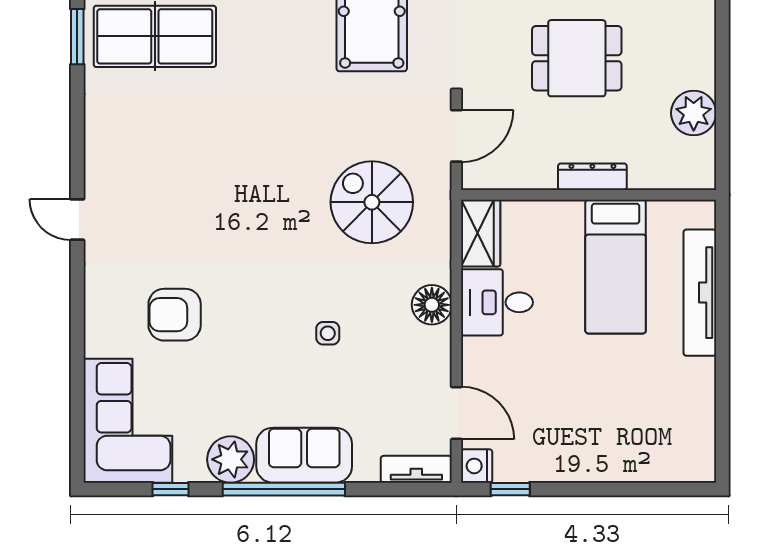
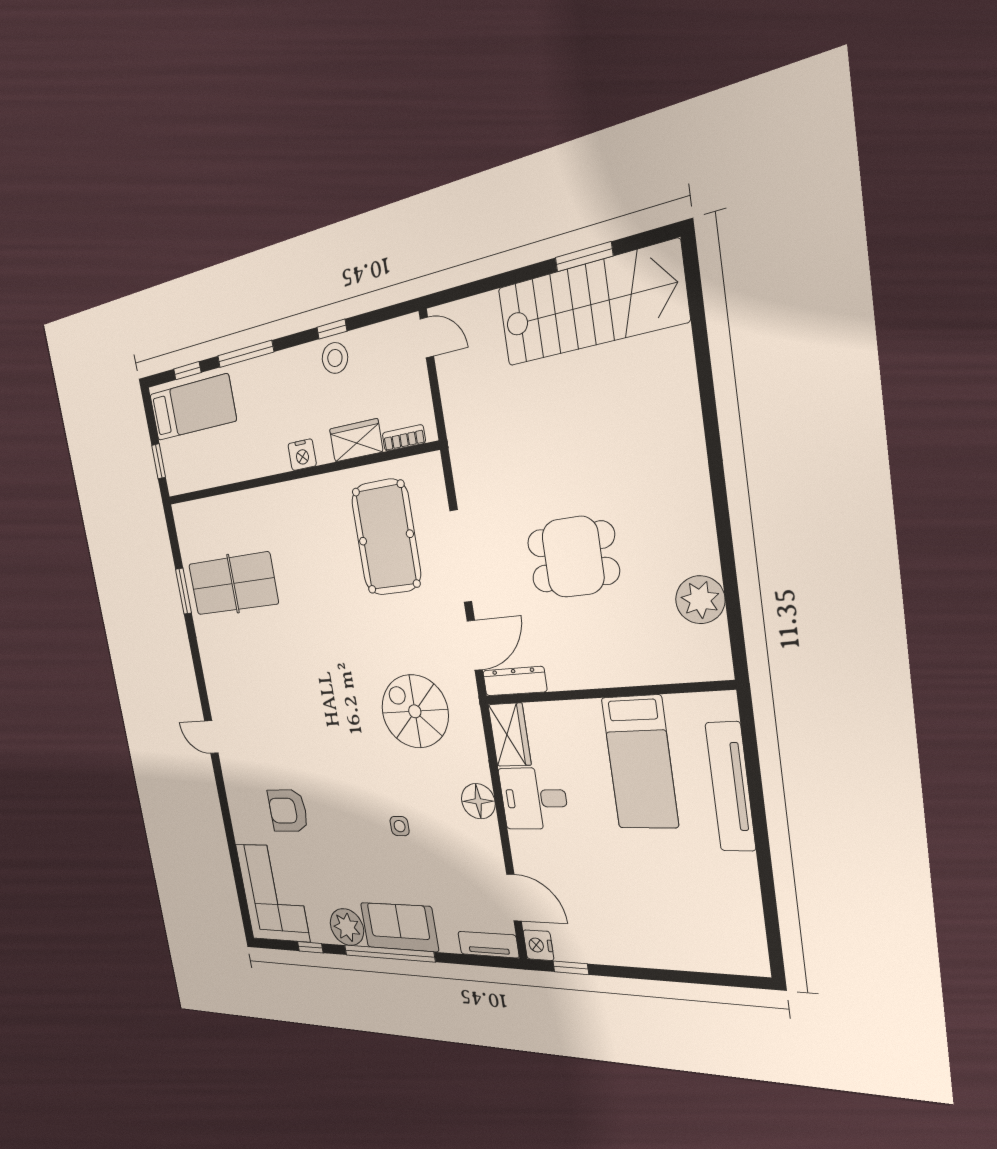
dresser: (592, 177) -> (515, 681), moved

